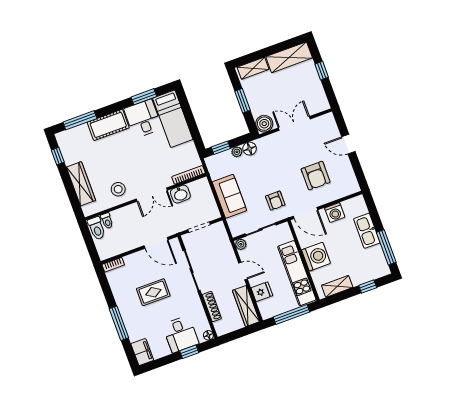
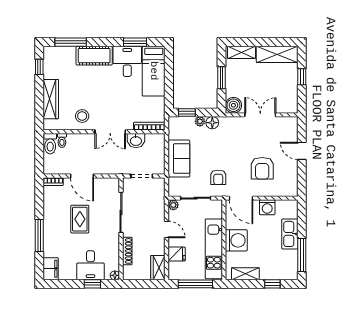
door: (156, 243) -> (82, 176), moved
rug: (153, 292) -> (80, 219), turned 90
wardrobe: (246, 306) -> (158, 268), width x0.67

